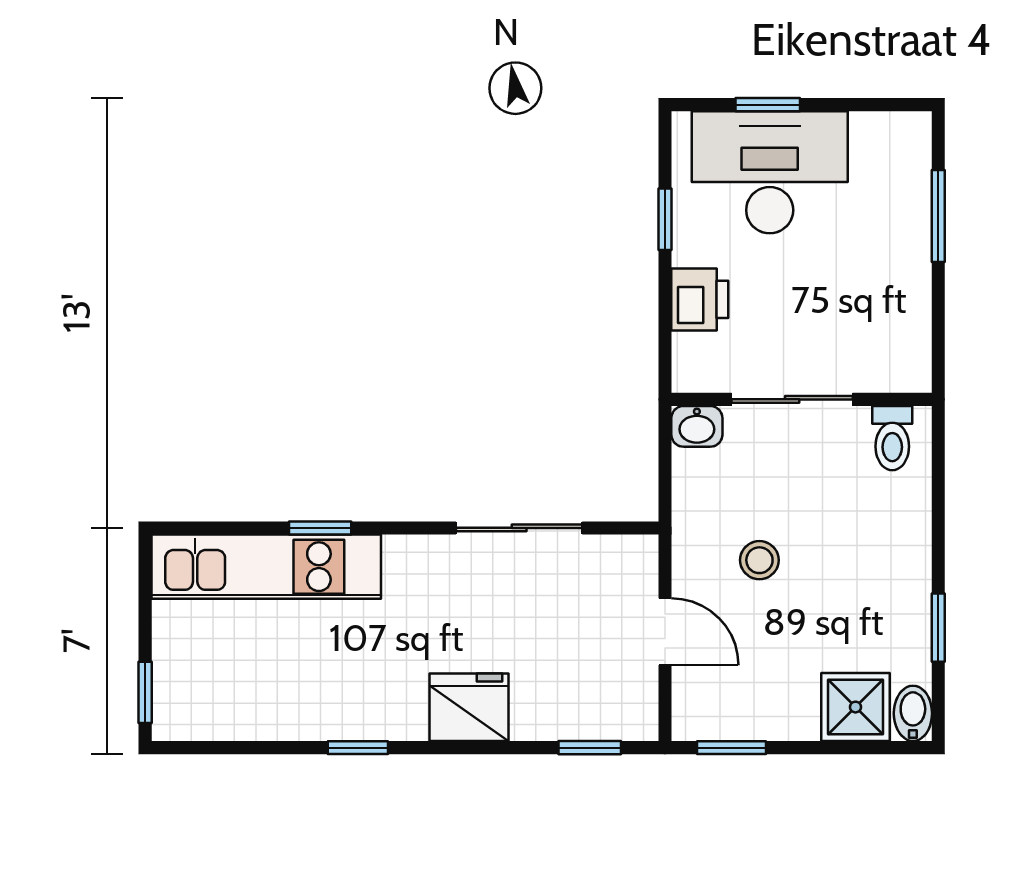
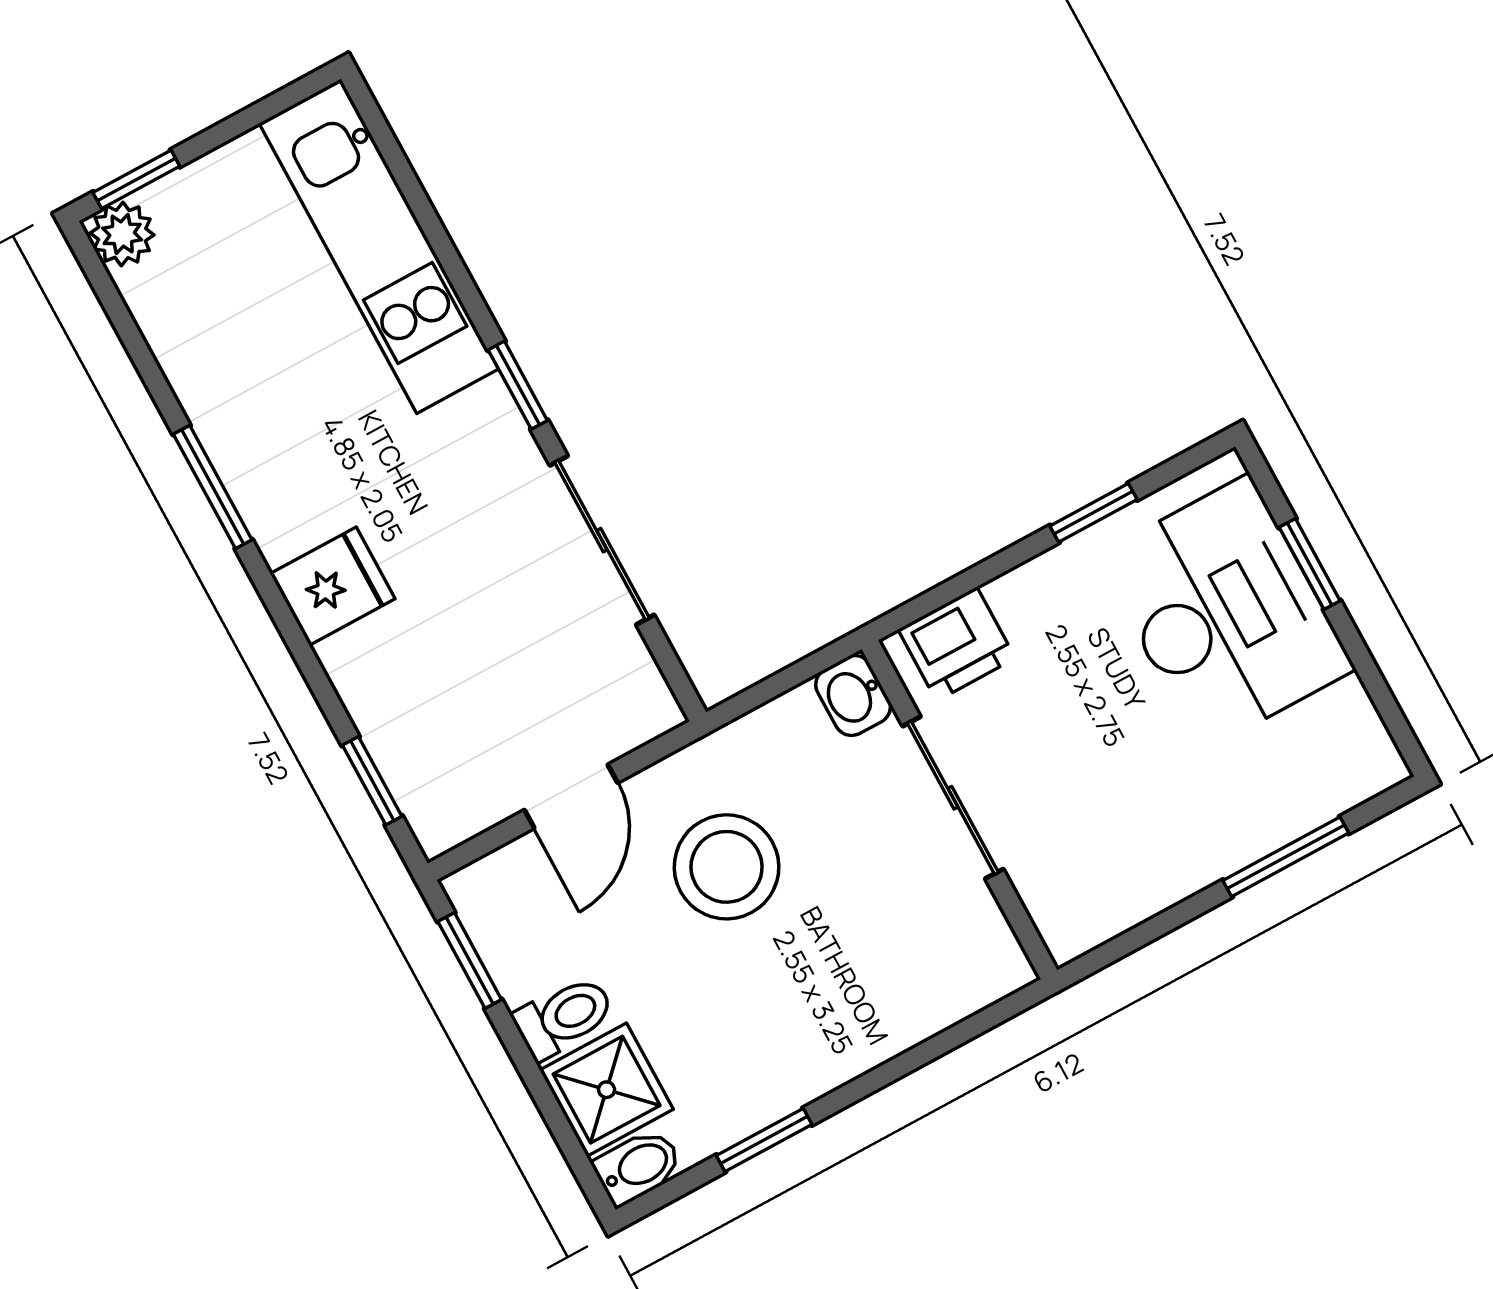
printer: (700, 299) -> (957, 644), moved
toilet: (892, 438) -> (564, 1017), moved, turned 180
window: (320, 528) -> (518, 385), moved
stool: (759, 560) -> (727, 867), width x1.89, depth x1.89
fridge: (469, 707) -> (333, 586), width x0.72
plant: (174, 719) -> (122, 234), added
window: (358, 748) -> (213, 487), width x1.50

